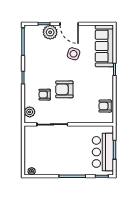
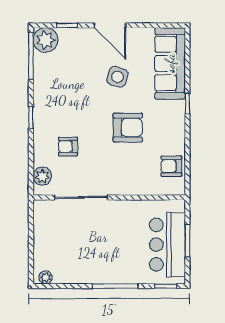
plant: (50, 32) -> (45, 40), moved
armchair: (64, 89) -> (128, 128), moved, turned 180

